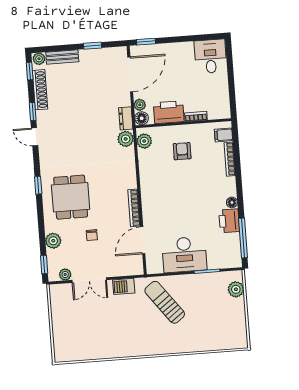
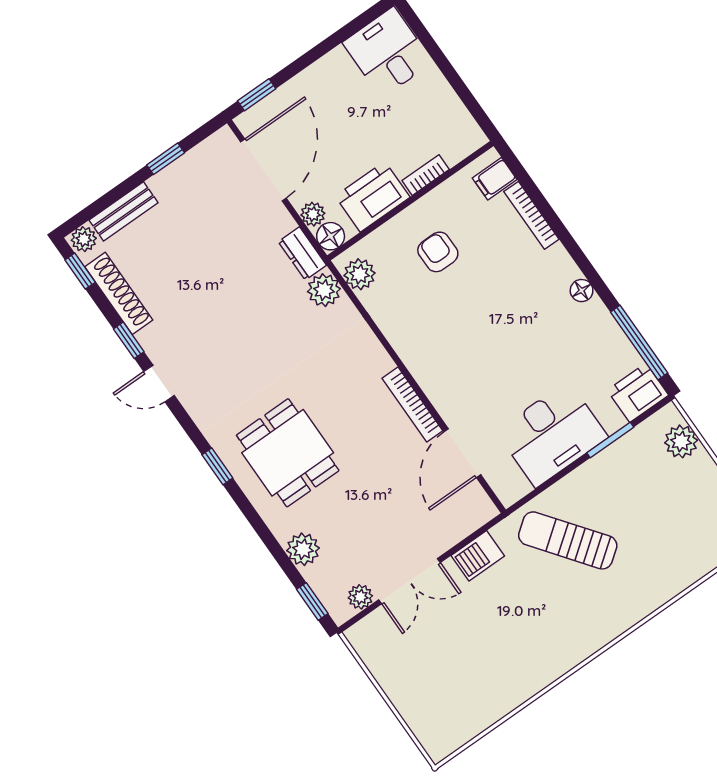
printer: (229, 221) -> (638, 393), moved, turned 90
chair: (92, 235) -> (366, 498), removed

